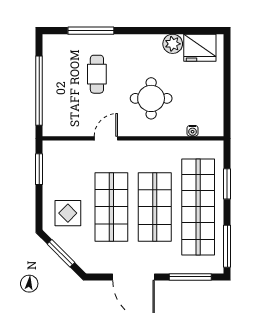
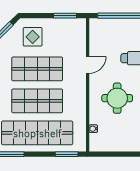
door: (106, 138) -> (88, 65), hinge flipped
window: (227, 184) -> (67, 154), moved

